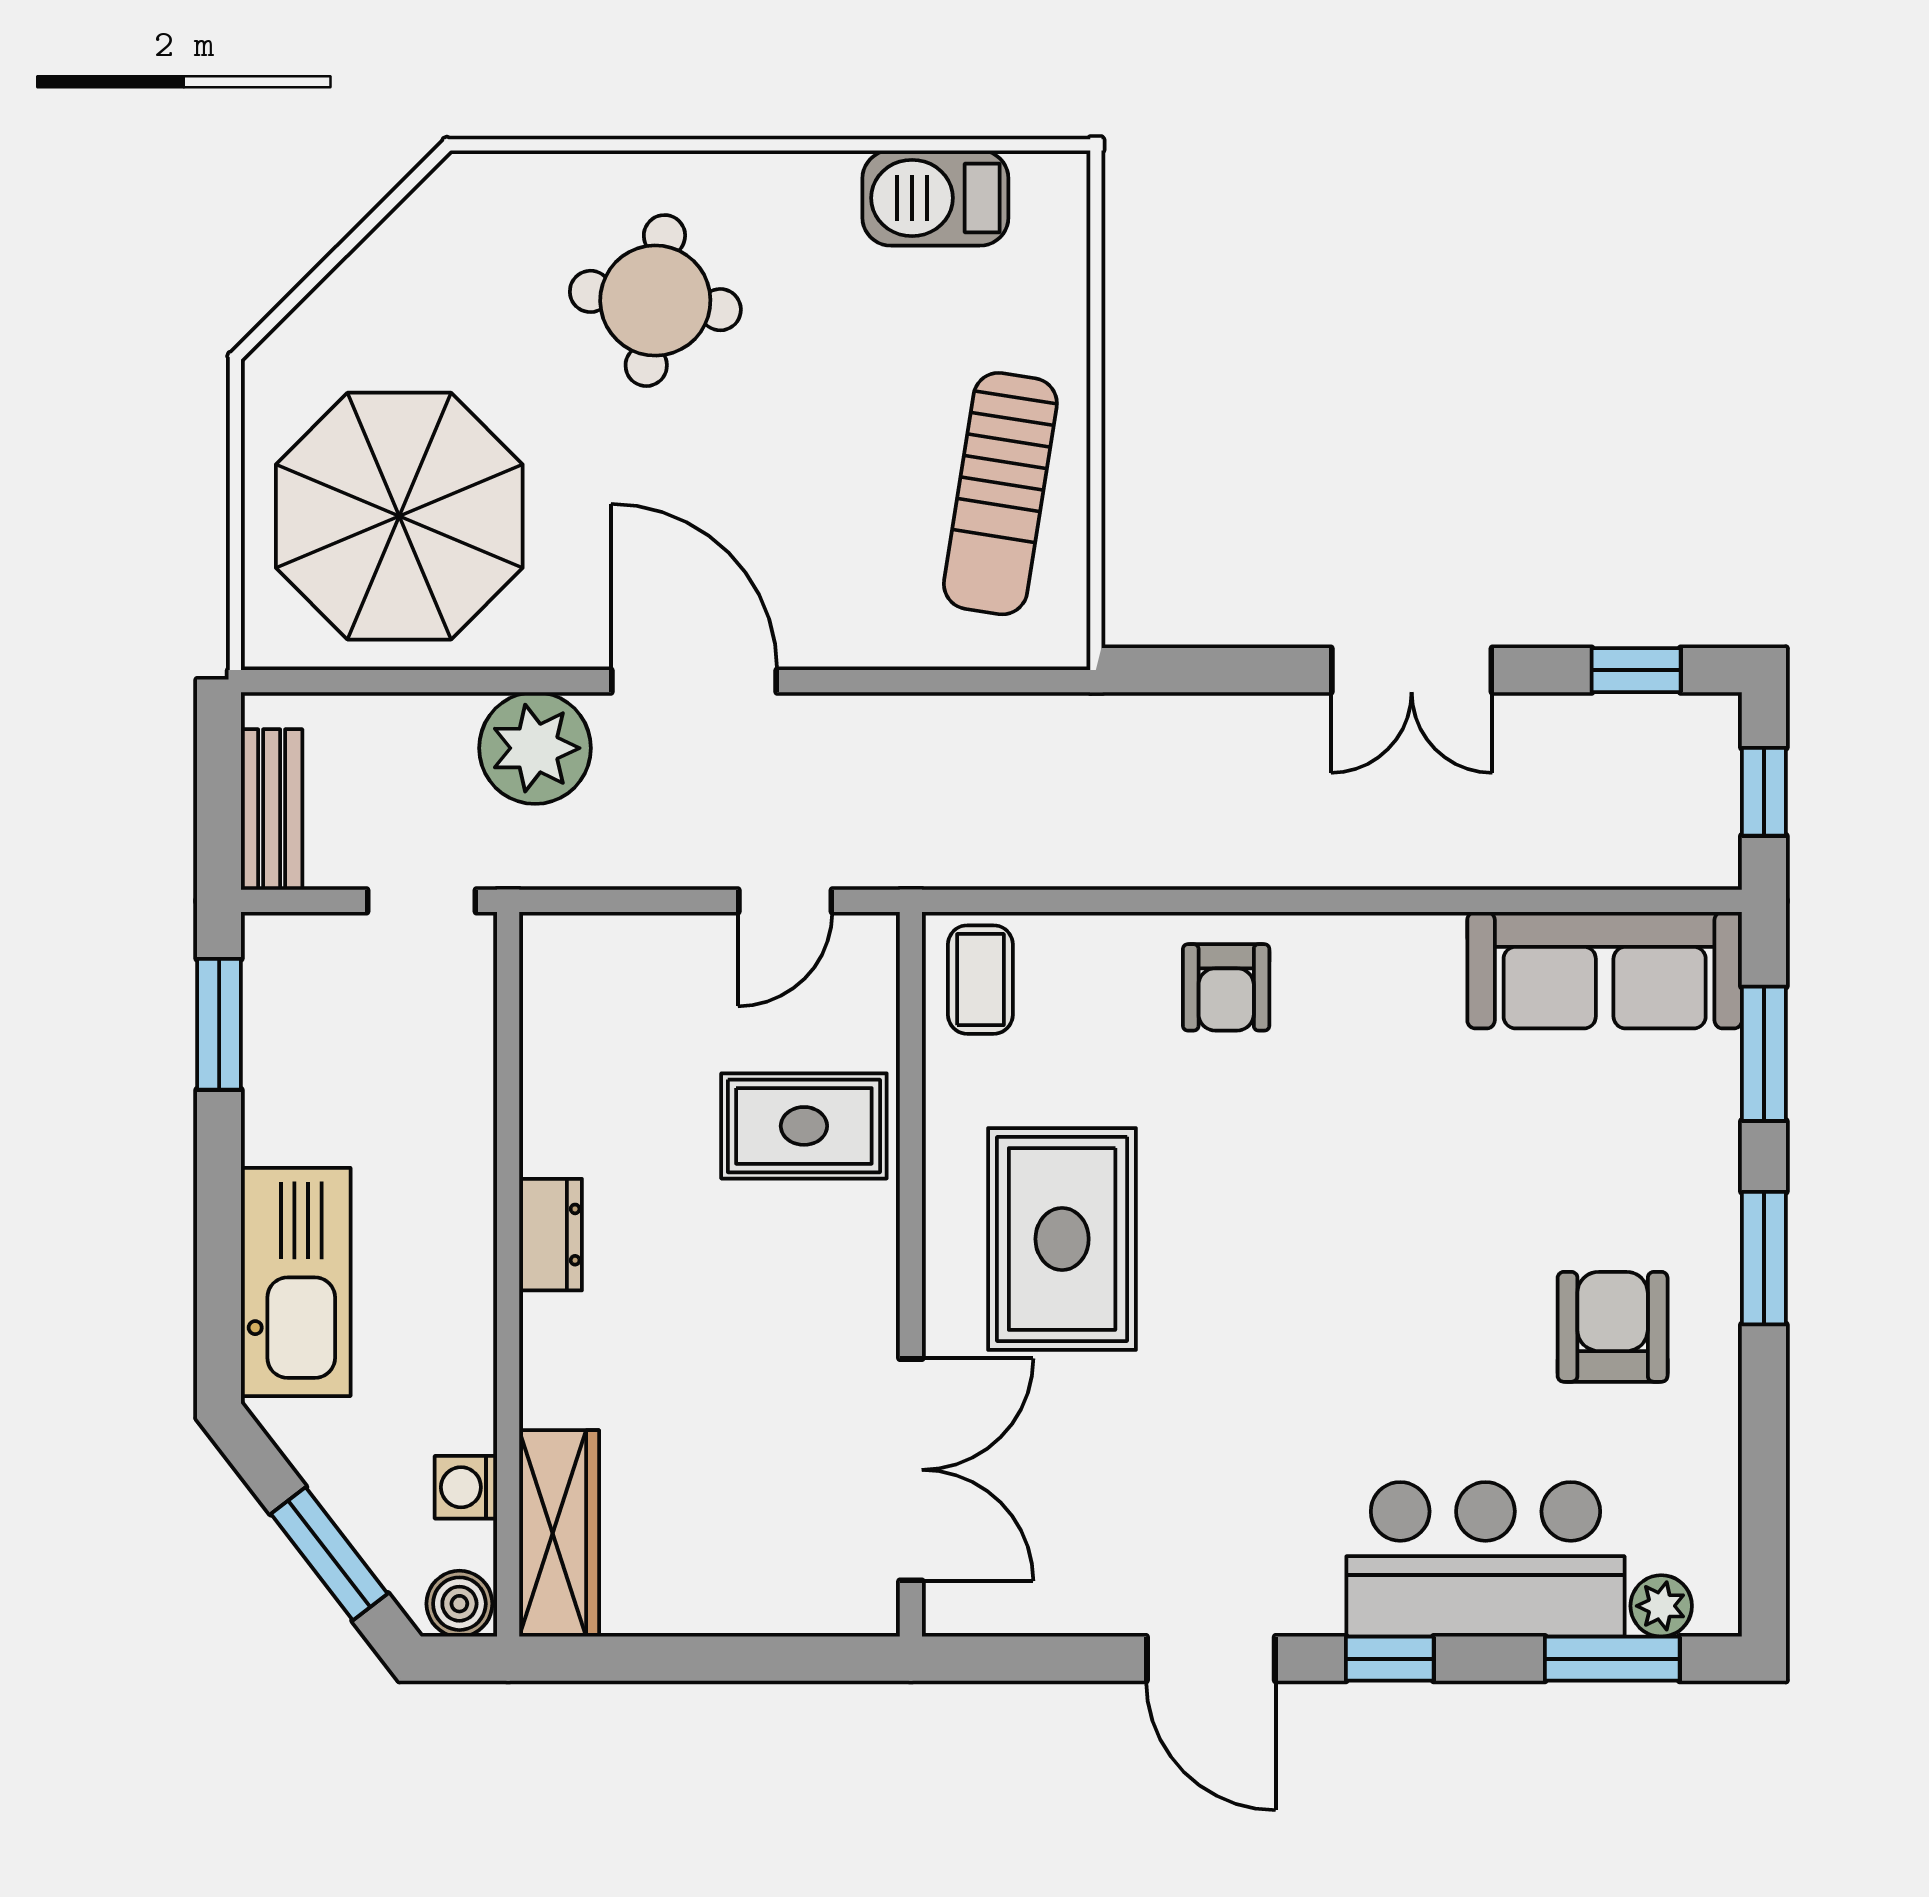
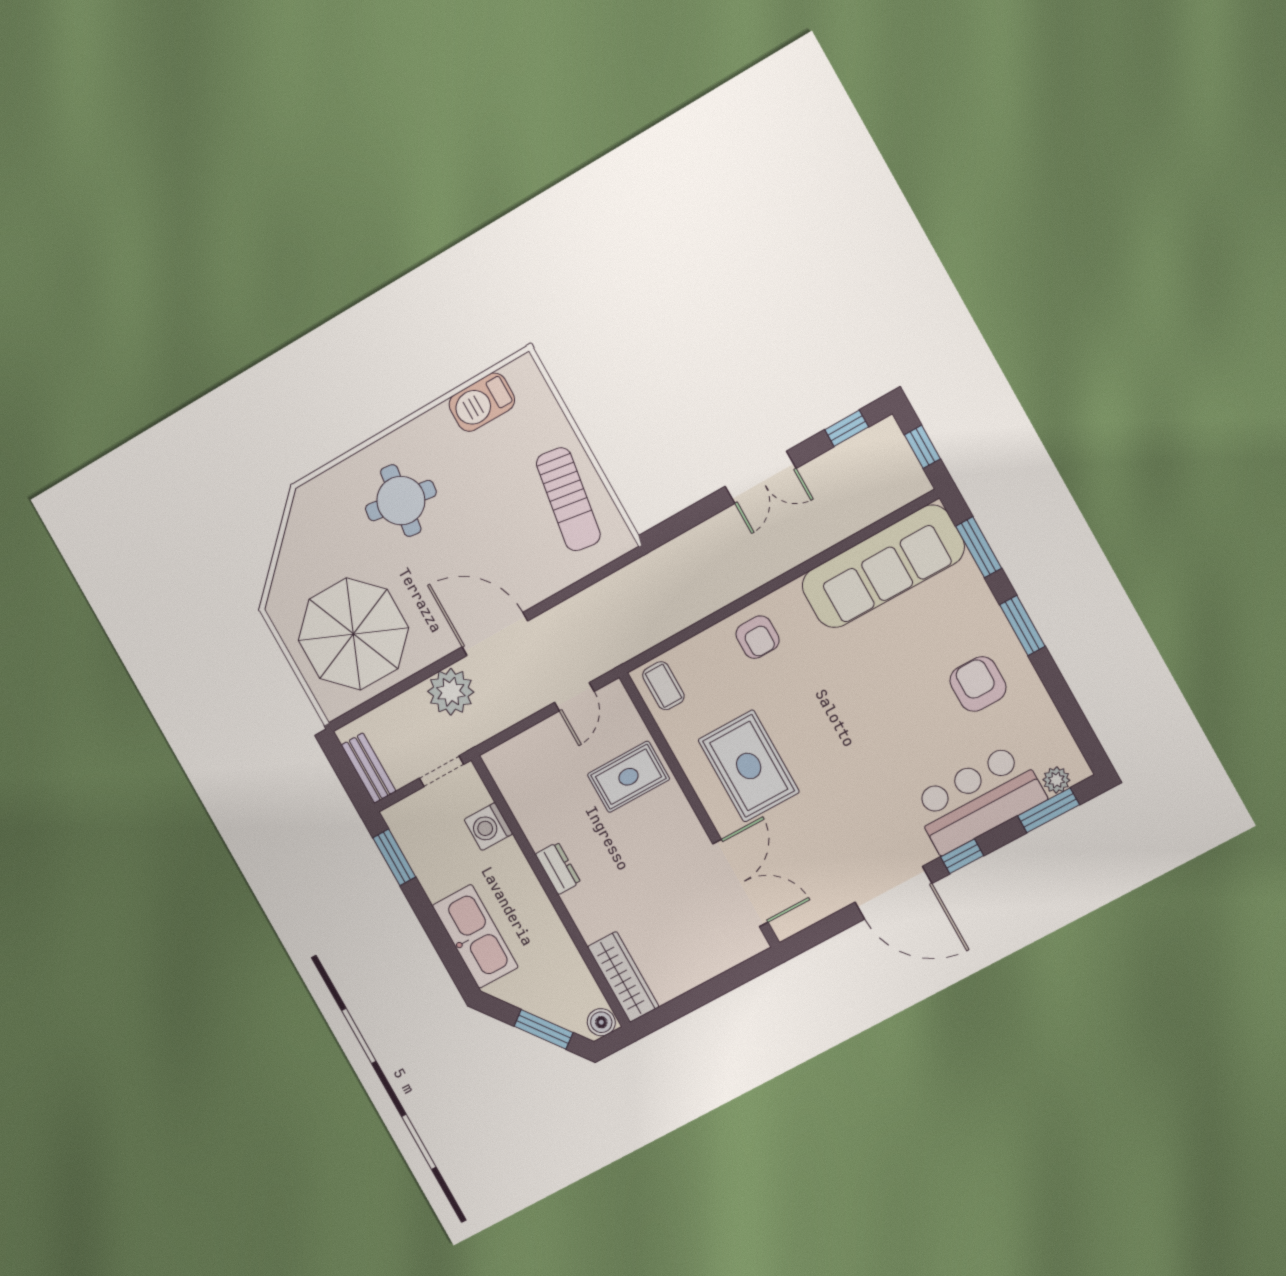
sofa: (1605, 970) -> (883, 566), width x1.36, depth x1.27
washing machine: (466, 1487) -> (488, 827), moved, width x1.38, depth x1.38
door: (1211, 1659) -> (894, 893), width x1.36

